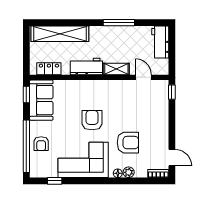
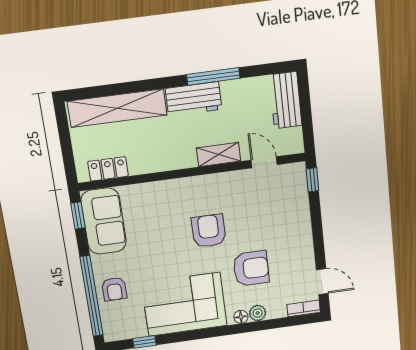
workbench: (86, 67) -> (194, 99), moved, turned 180
armchair: (92, 120) -> (209, 231), moved

